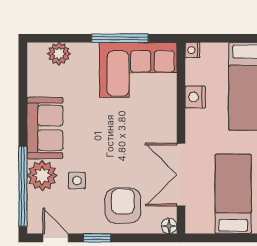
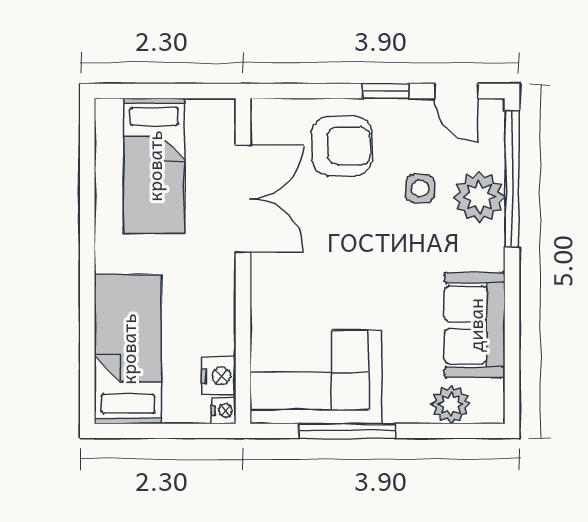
nightstand: (195, 97) -> (219, 376), moved
sofa: (45, 128) -> (475, 325), moved
armchair: (123, 206) -> (342, 146), turned -90
floor lamp: (169, 226) -> (263, 111), removed

